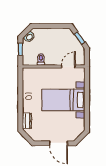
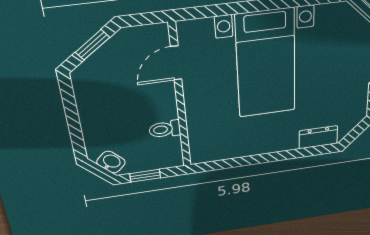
door: (68, 66) -> (176, 63), hinge flipped

